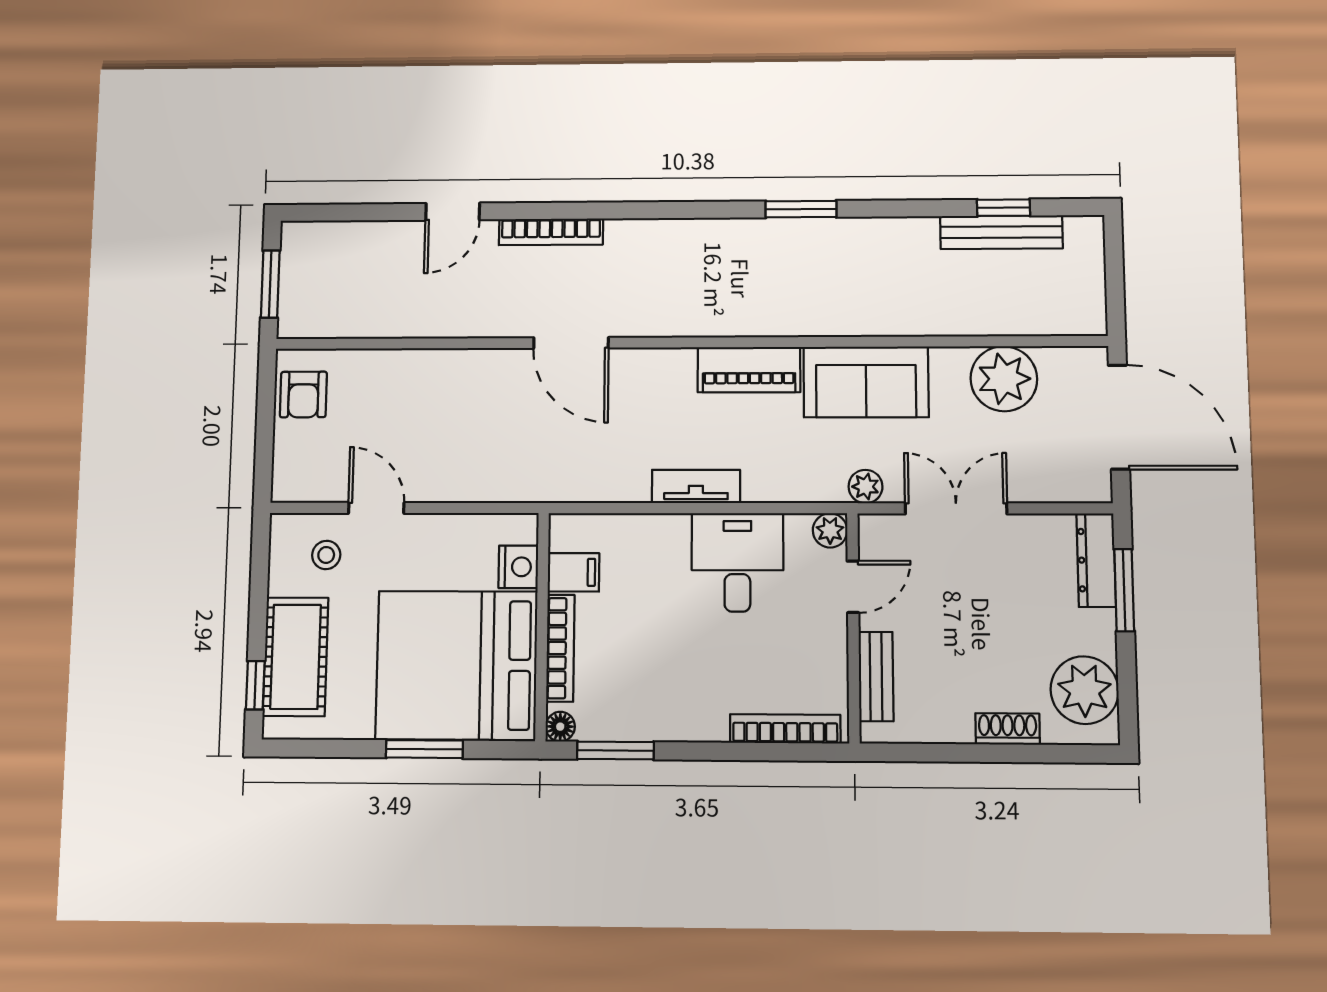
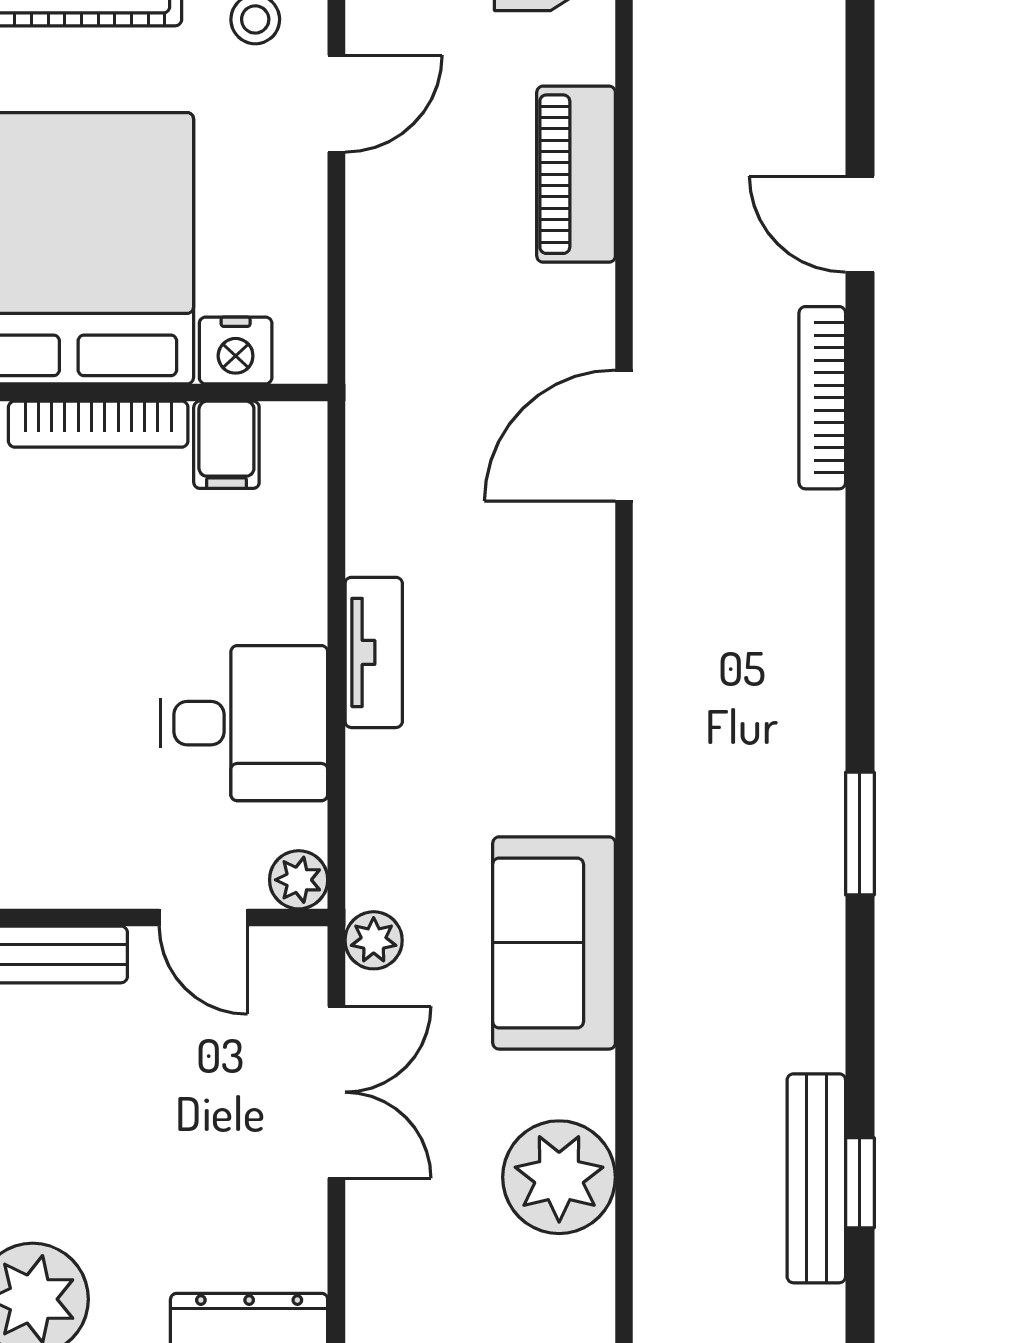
piano: (749, 370) -> (576, 174), moved

